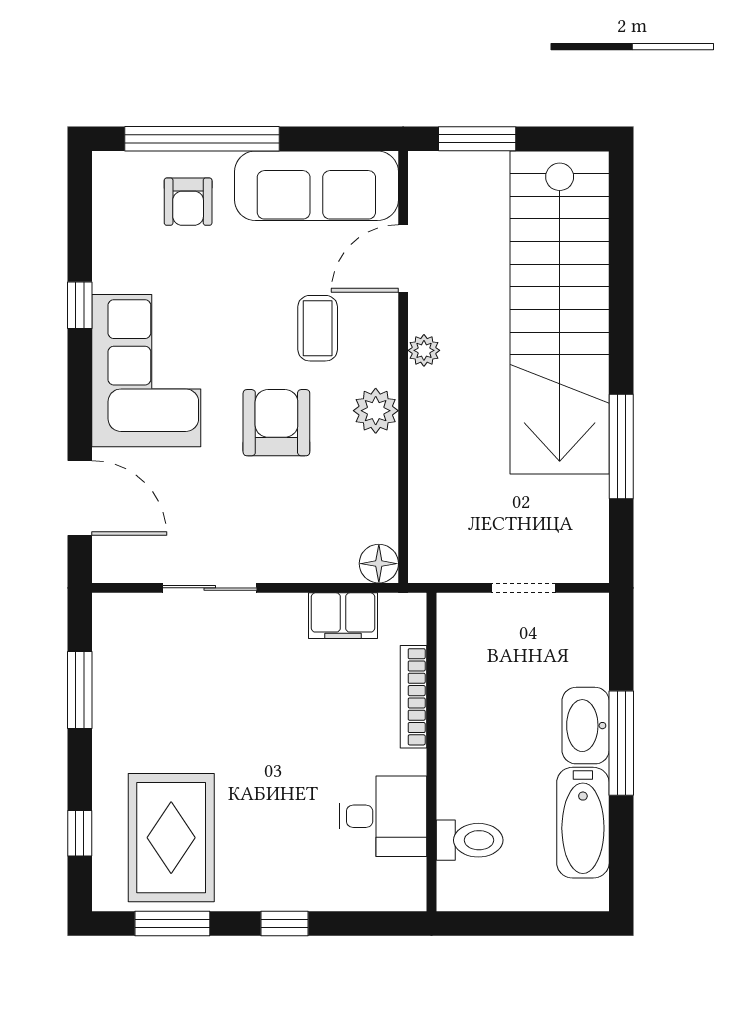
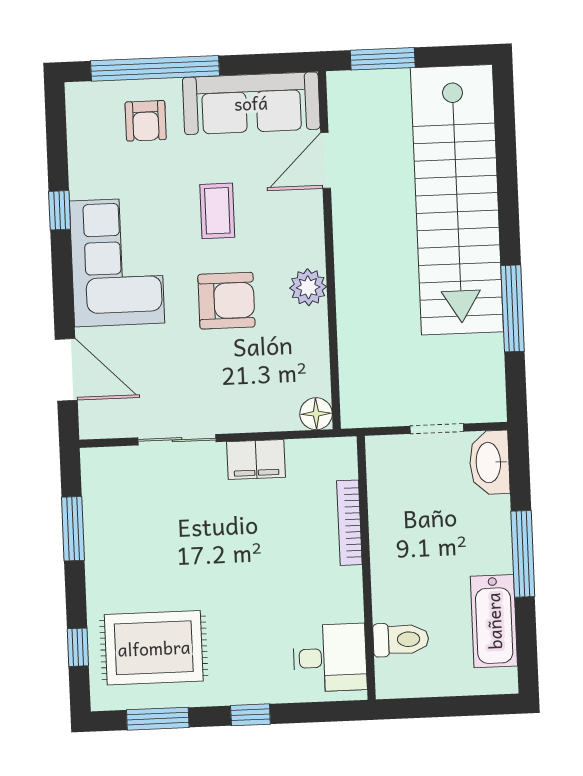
coffee table: (318, 328) -> (217, 211), moved
plant: (424, 350) -> (346, 236), removed
armchair: (276, 423) -> (226, 301), turned 90
filing cabinet: (343, 616) -> (256, 459), moved
washbasin: (586, 726) -> (489, 462), moved
desk: (383, 816) -> (330, 658), moved
rug: (171, 838) -> (154, 648), turned 90

